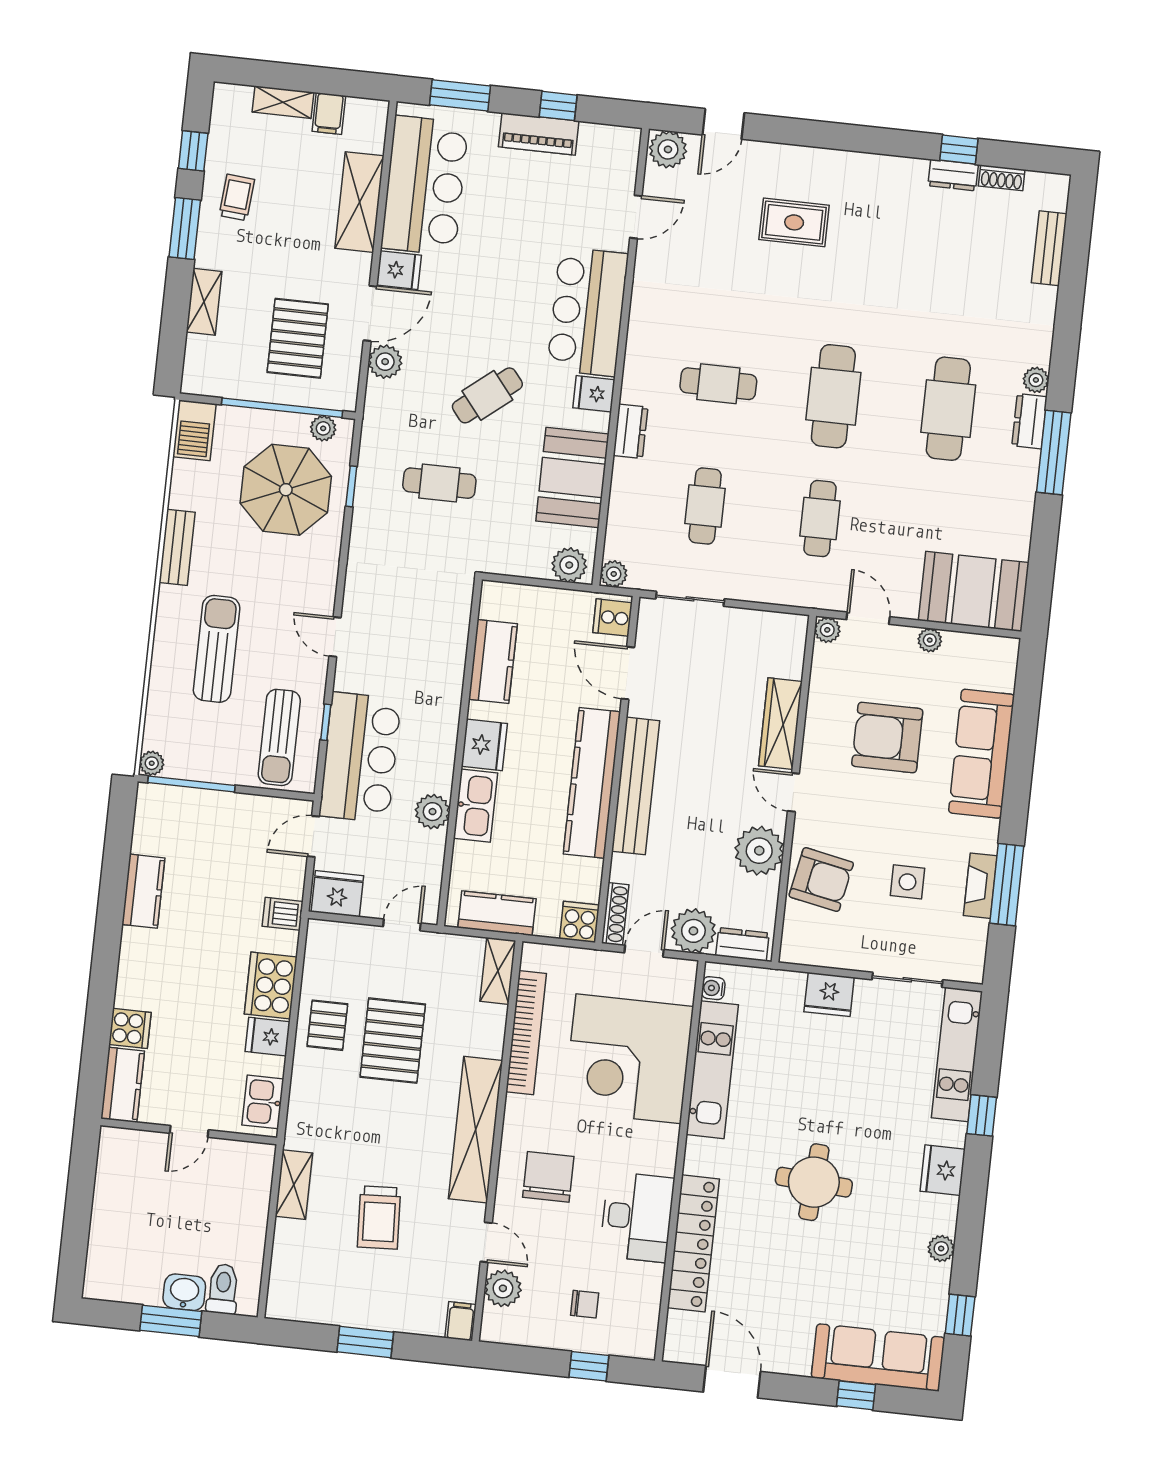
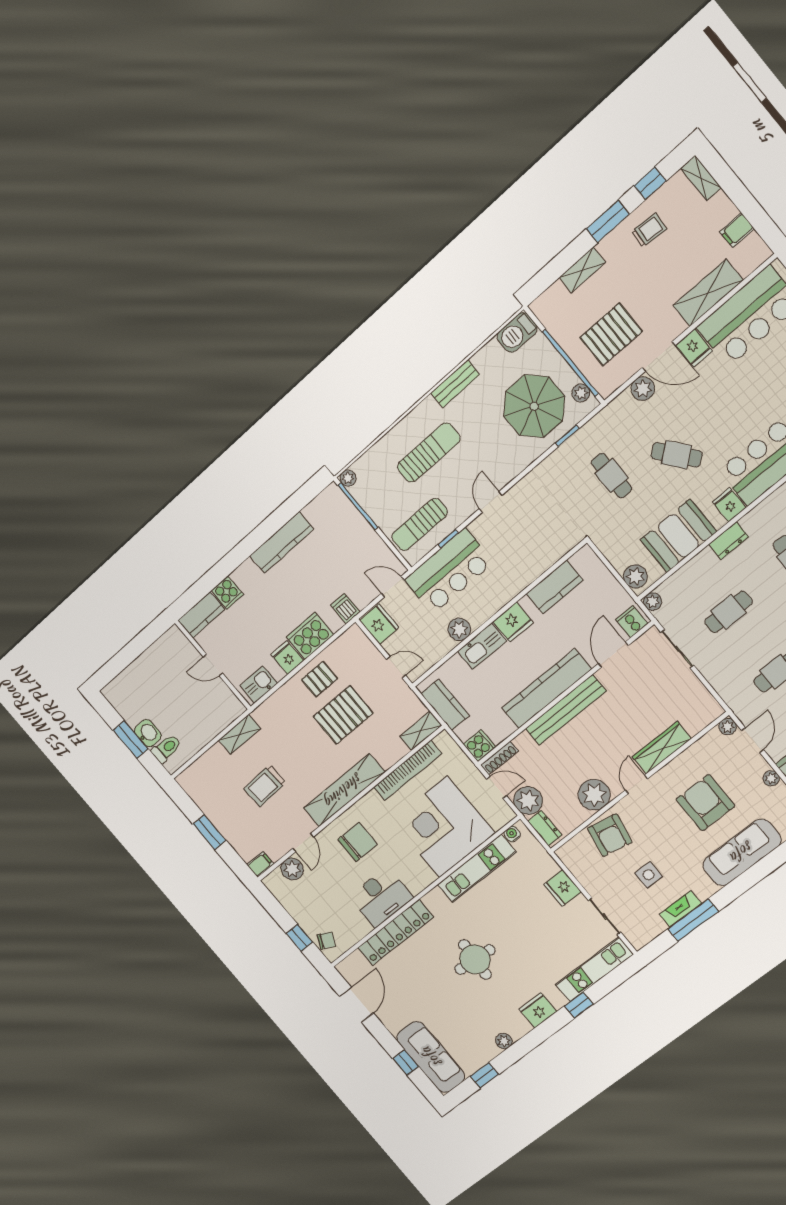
shelving: (283, 102) -> (701, 178), moved
kitchen counter: (143, 891) -> (282, 542), width x1.50
chair: (585, 1304) -> (326, 941), moved, turned -63

